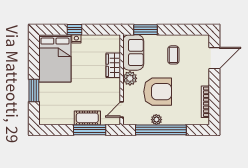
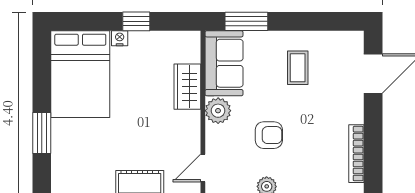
window: (74, 30) -> (136, 21), moved
armchair: (158, 92) -> (269, 135), width x0.53, depth x0.53

